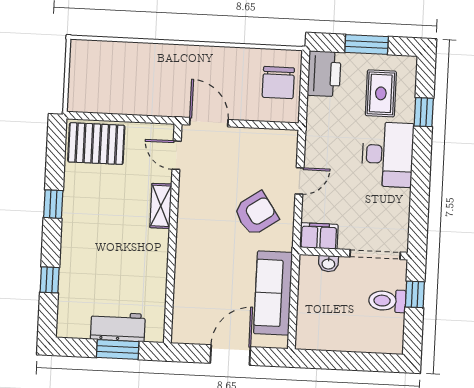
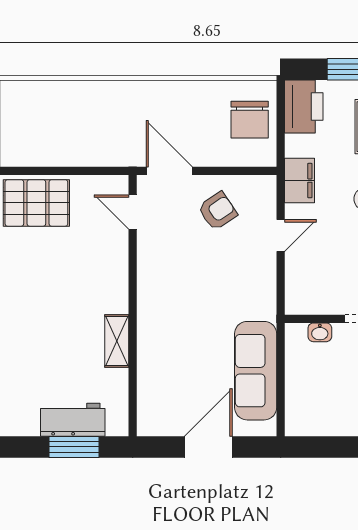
shelving: (161, 206) -> (117, 341), moved
armchair: (256, 214) -> (218, 211), moved, width x0.72, depth x0.72
filing cabinet: (319, 236) -> (299, 181), moved, turned 90

